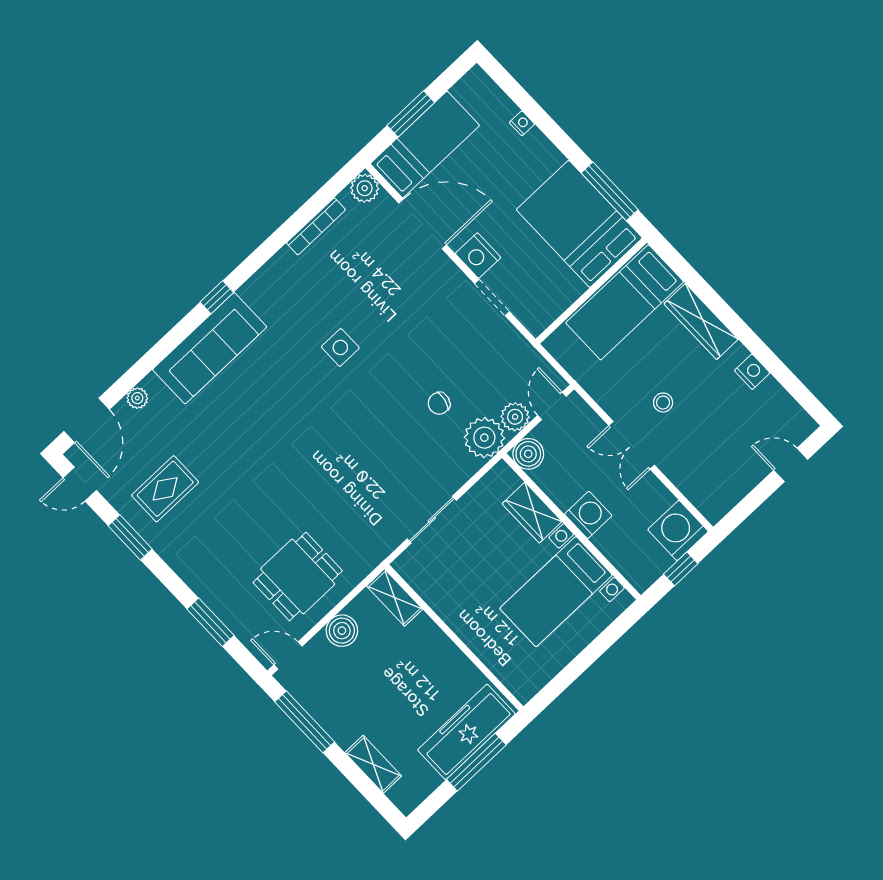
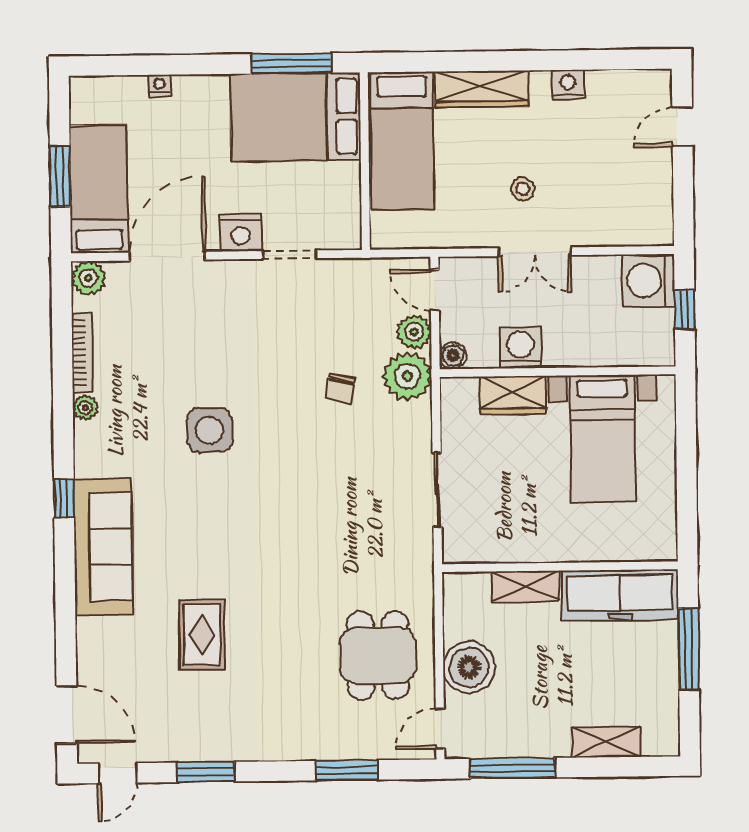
side table: (340, 347) -> (210, 430), width x1.37, depth x1.37
plant: (137, 398) -> (85, 408), moved
boiler: (528, 454) -> (453, 355), width x0.73, depth x0.73
rug: (165, 489) -> (202, 635), moved
washing machine: (588, 515) -> (521, 348), moved
shelving: (394, 598) -> (526, 586), moved
boiler: (342, 631) -> (469, 667), width x1.37, depth x1.37
freezer: (466, 732) -> (620, 595), moved, turned -90

